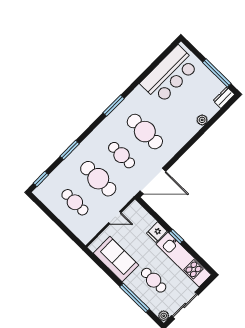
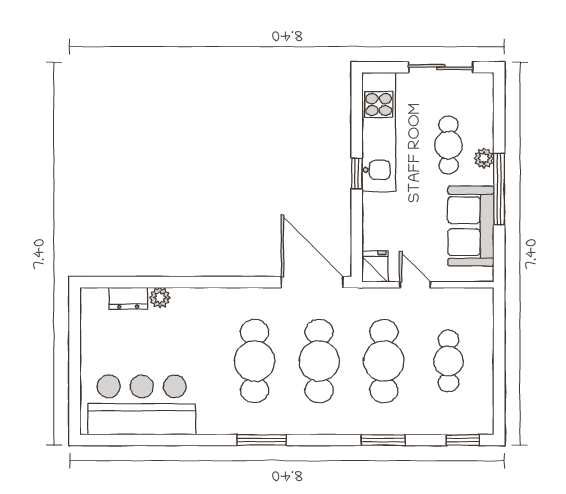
window: (217, 73) -> (75, 342), removed
dresser: (224, 98) -> (128, 298), moved
cafe table: (122, 155) -> (319, 361), width x1.37, depth x1.35
fridge: (157, 232) -> (375, 266), moved, turned -90
window: (135, 298) -> (499, 189), moved
plant: (164, 316) -> (484, 158), moved

